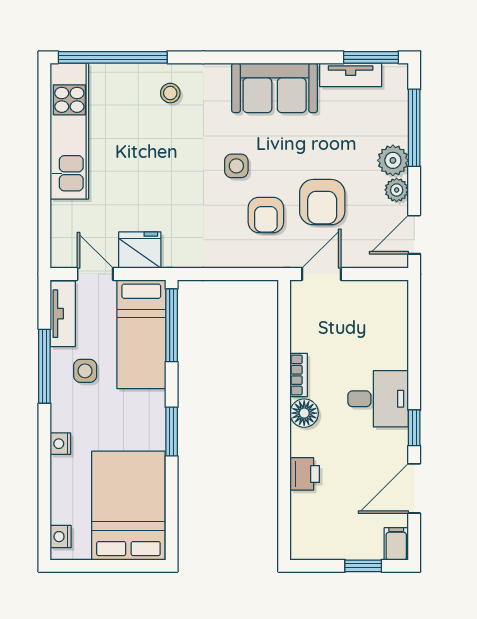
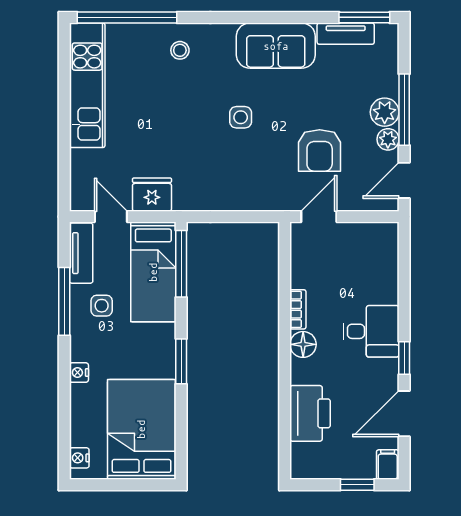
window: (414, 128) -> (404, 110), moved
armchair: (266, 215) -> (268, 162), removed
printer: (305, 474) -> (310, 413), width x1.87, depth x1.48

